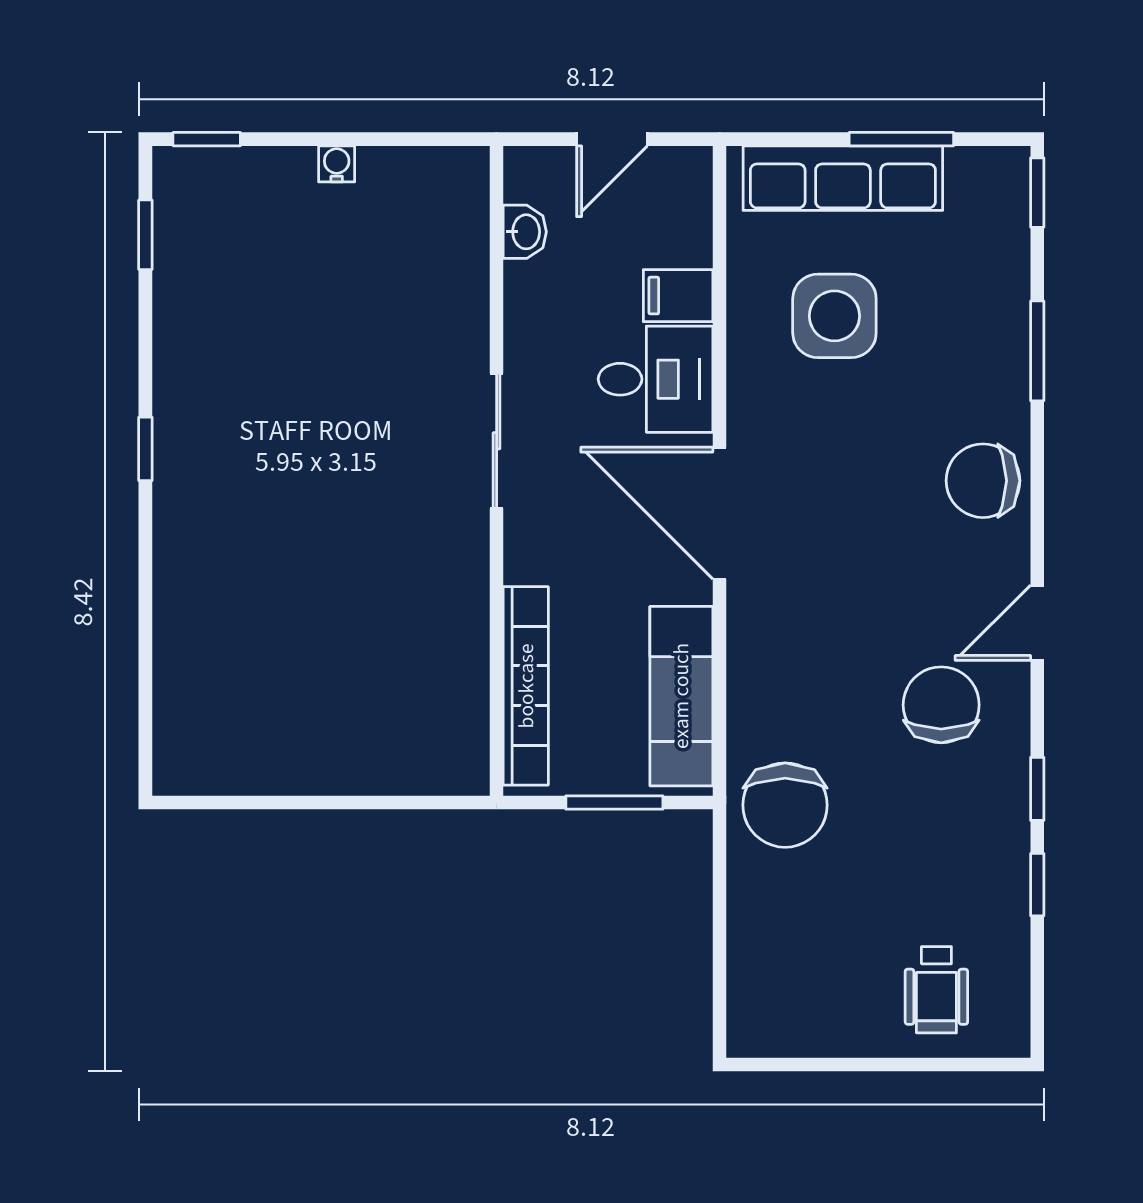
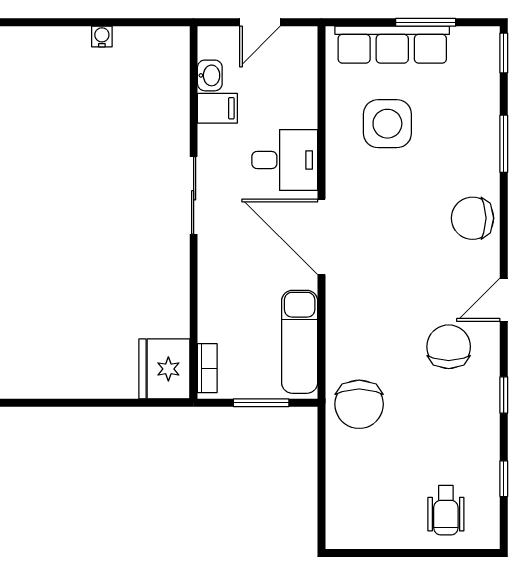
window: (207, 139) -> (27, 22), removed
filing cabinet: (678, 296) -> (217, 108), moved, turned 180
bookcase: (526, 686) -> (207, 368), width x0.43, depth x0.76
fridge: (446, 743) -> (164, 369), added
window: (1037, 885) -> (504, 479), moved

